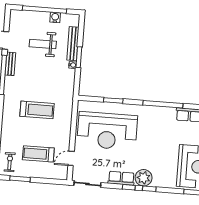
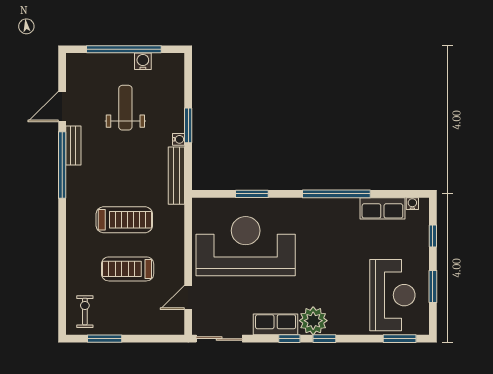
weight bench: (43, 44) -> (125, 108), turned 90
bench: (73, 44) -> (176, 176), moved
reception desk: (107, 131) -> (246, 246), turned 180
treadmill: (38, 154) -> (128, 269), moved

